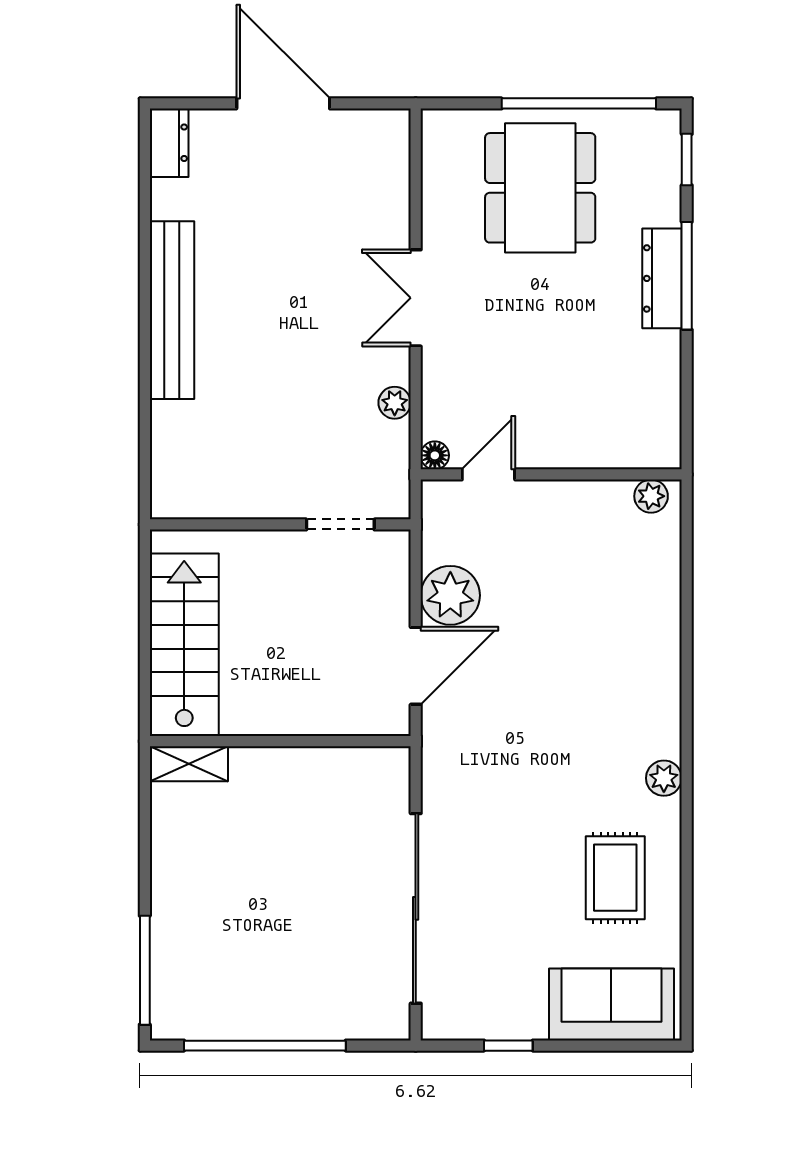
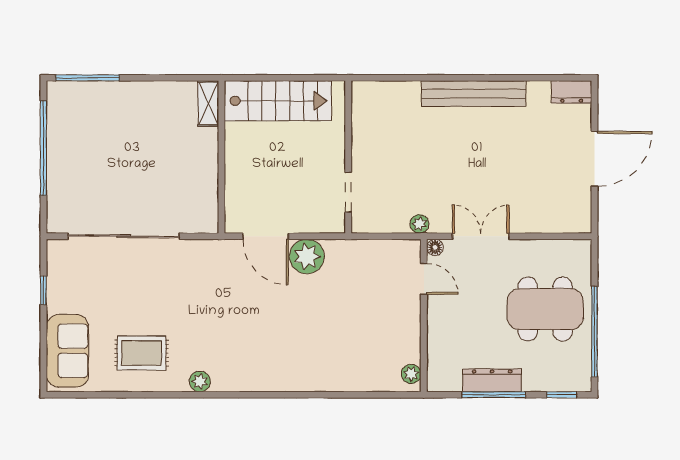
floor lamp: (435, 455) -> (435, 247), moved
door: (488, 474) -> (424, 279), moved
wall: (551, 474) -> (424, 316), moved
plant: (651, 496) -> (411, 374), moved

